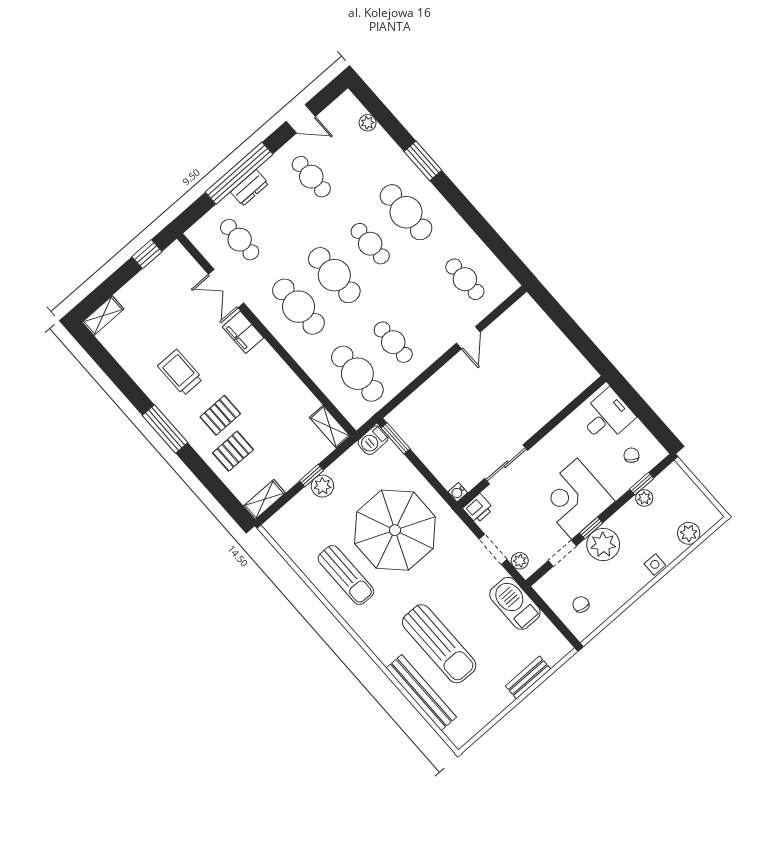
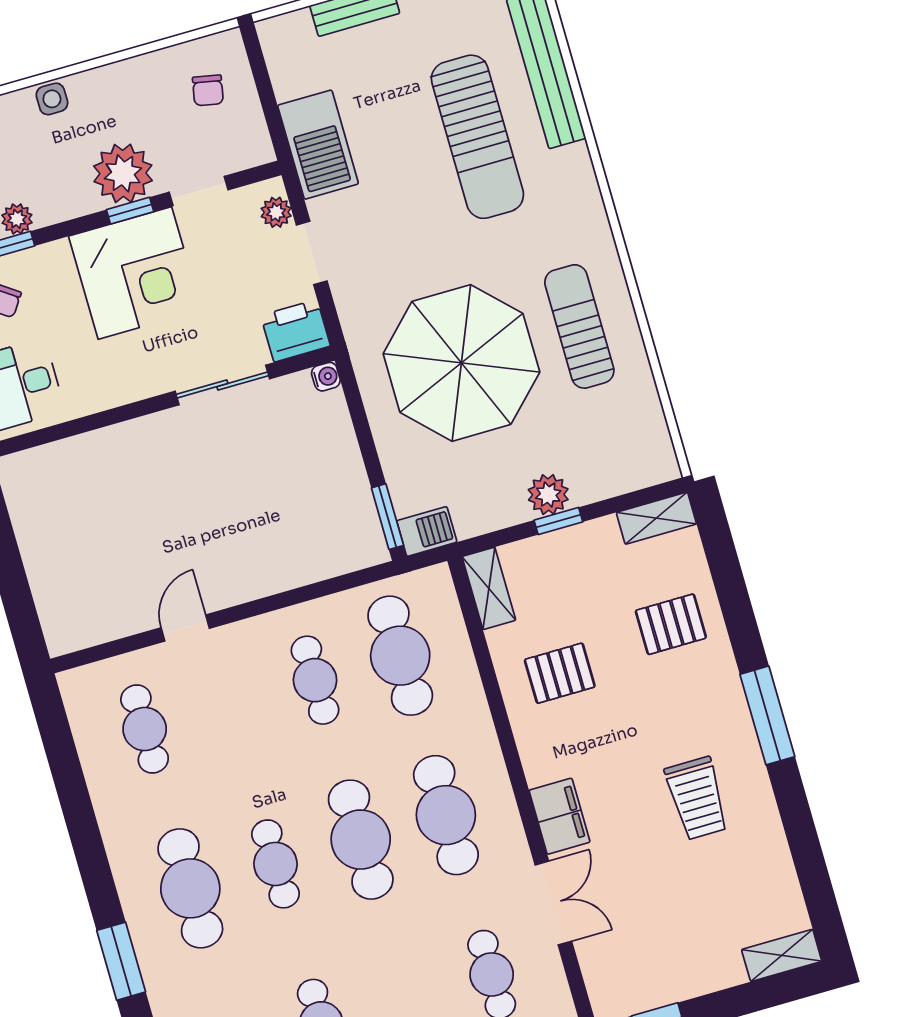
pallet: (220, 415) -> (560, 673), moved
printer: (478, 509) -> (296, 331), width x1.36, depth x1.24
sun lounger: (439, 644) -> (477, 137), turned 180

